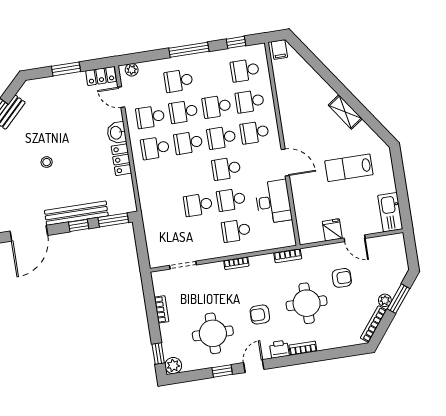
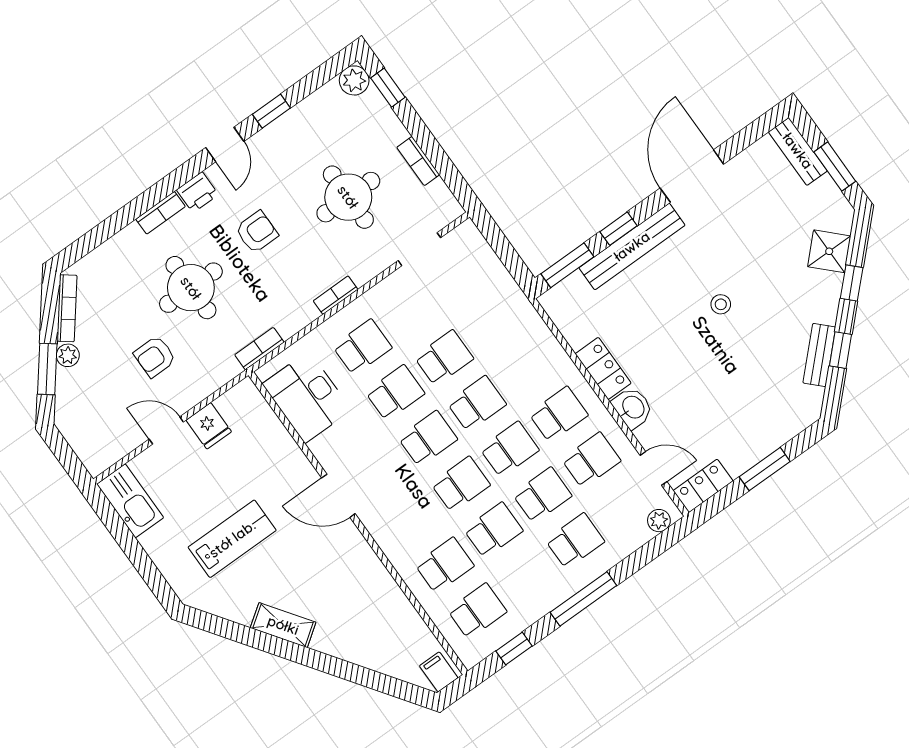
school desk: (255, 132) -> (477, 404), moved
desk: (273, 202) -> (307, 397), moved
round table: (213, 333) -> (348, 197), moved

